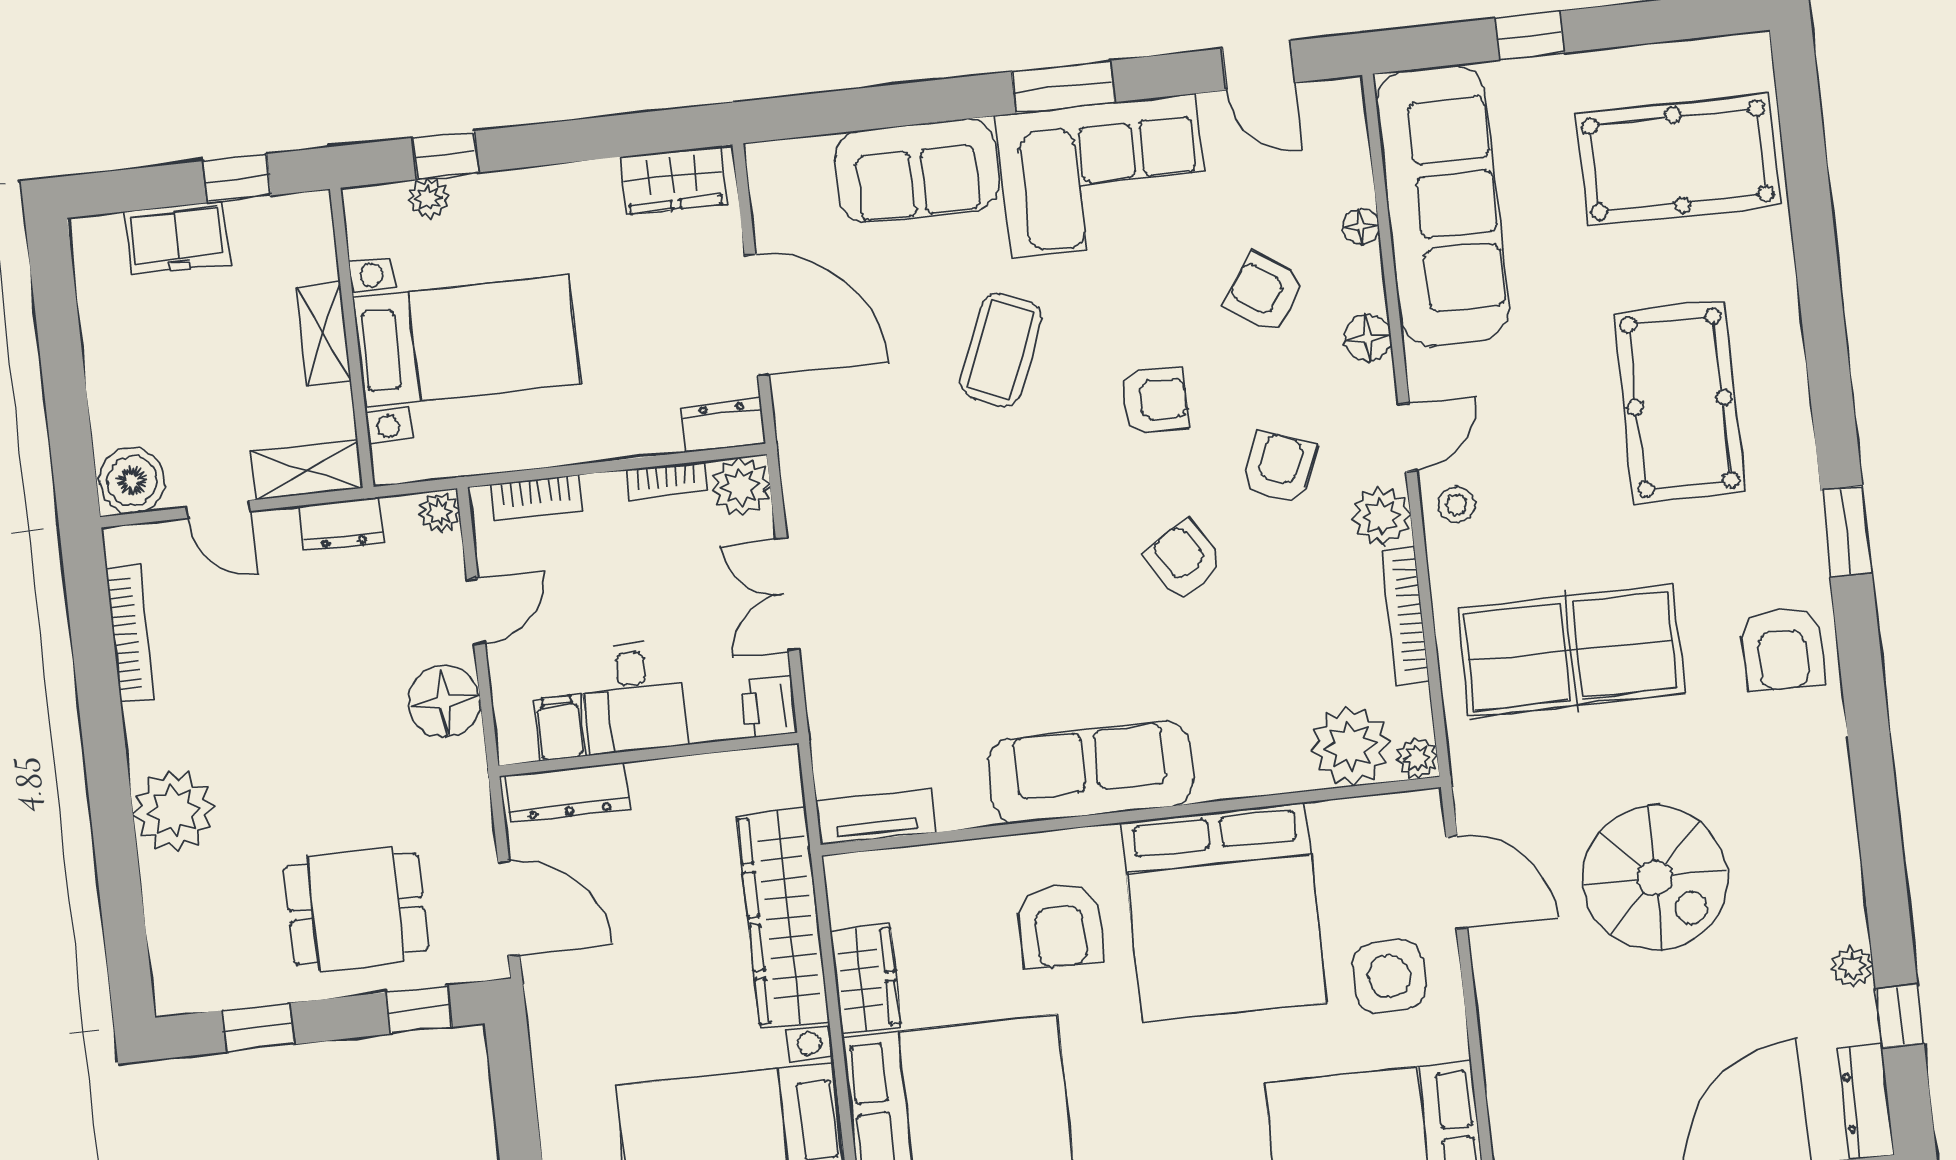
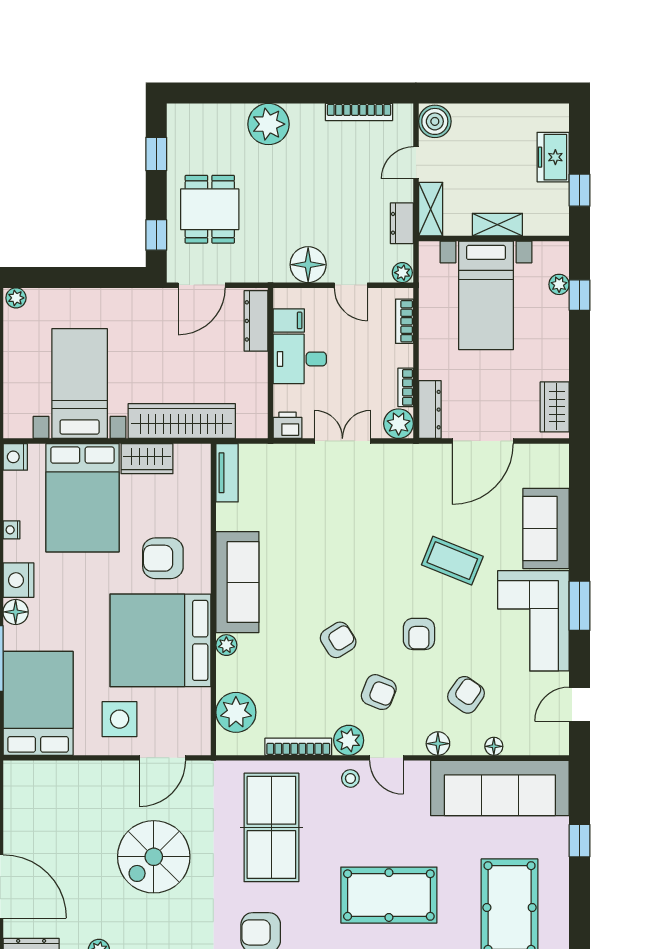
dresser: (723, 426) -> (430, 410), width x1.44
plant: (1417, 758) -> (226, 645), moved

